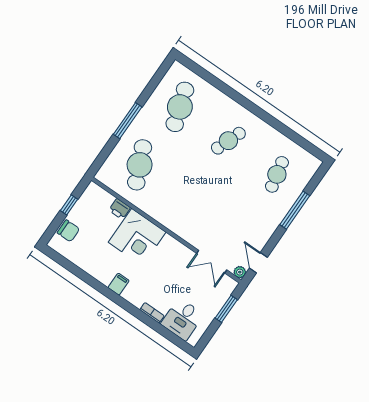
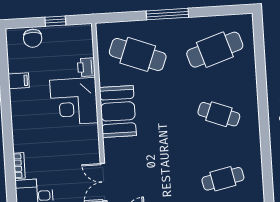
cafe table: (140, 165) -> (138, 54), turned 45
booth: (169, 211) -> (118, 111), added
filing cabinet: (119, 284) -> (19, 81), moved

